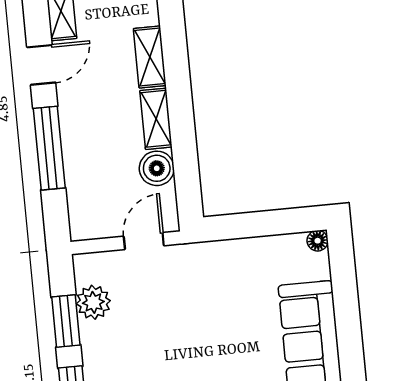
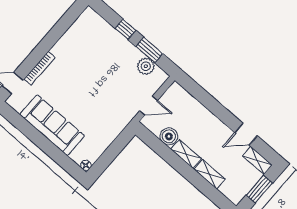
door: (41, 65) -> (246, 134), hinge flipped
window: (49, 148) -> (215, 107), removed
door: (144, 241) -> (149, 106), hinge flipped

